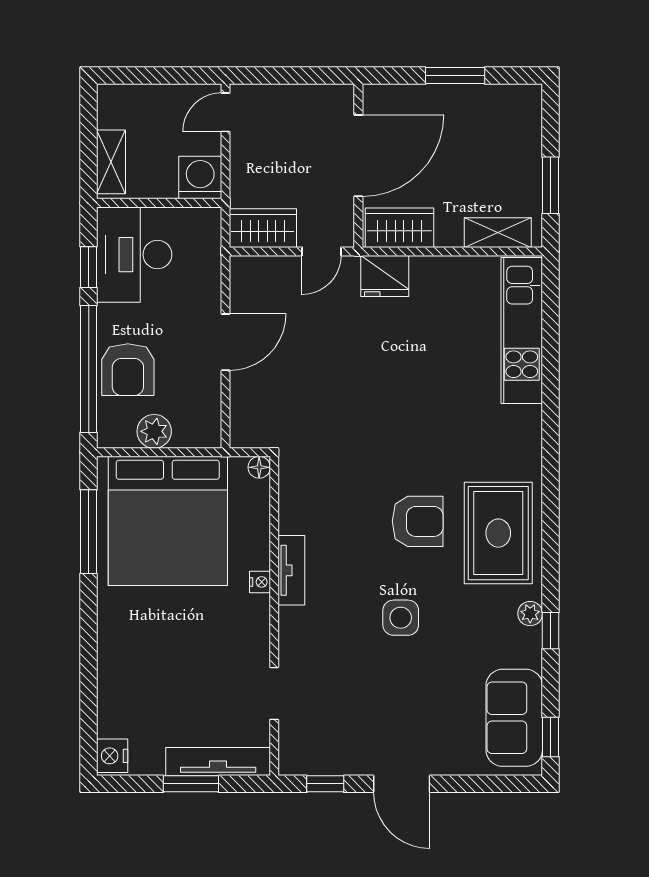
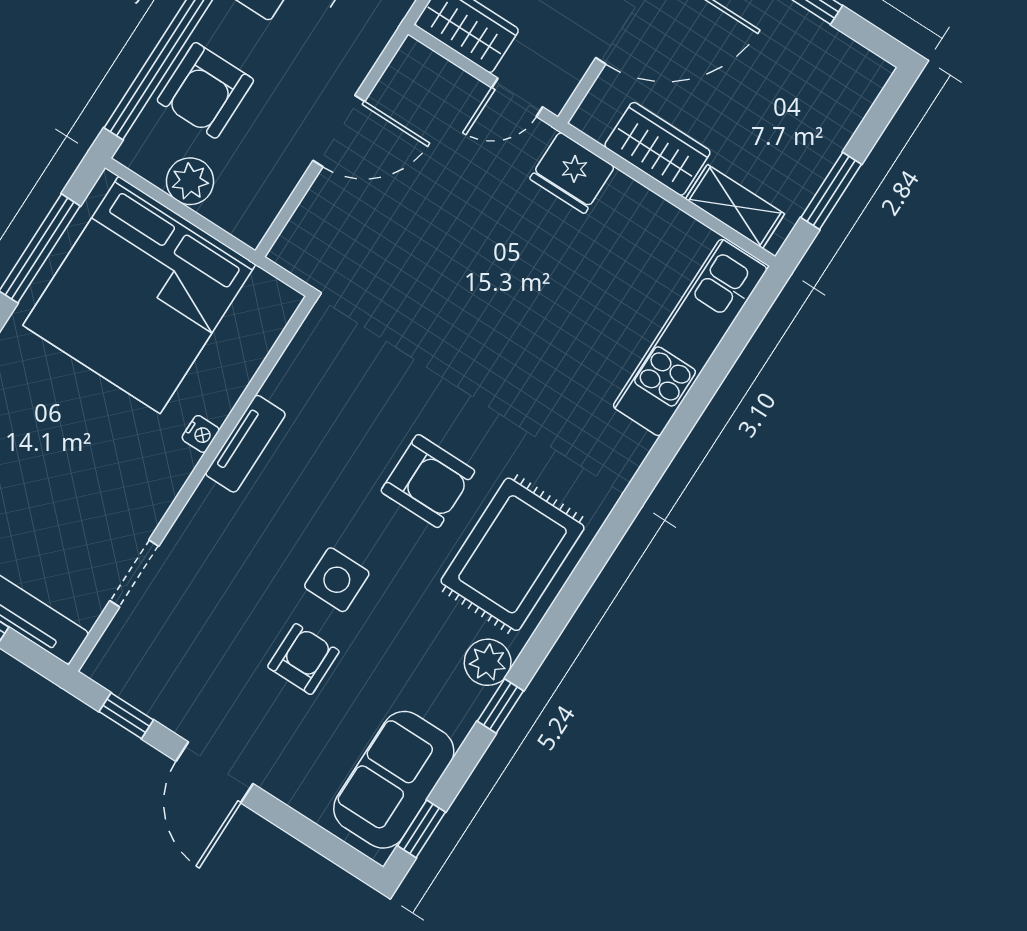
wardrobe: (400, 228) -> (657, 149), moved
floor lamp: (259, 467) -> (285, 301), removed
plant: (530, 614) -> (488, 662), width x1.38, depth x1.38
armchair: (411, 679) -> (303, 659), added

